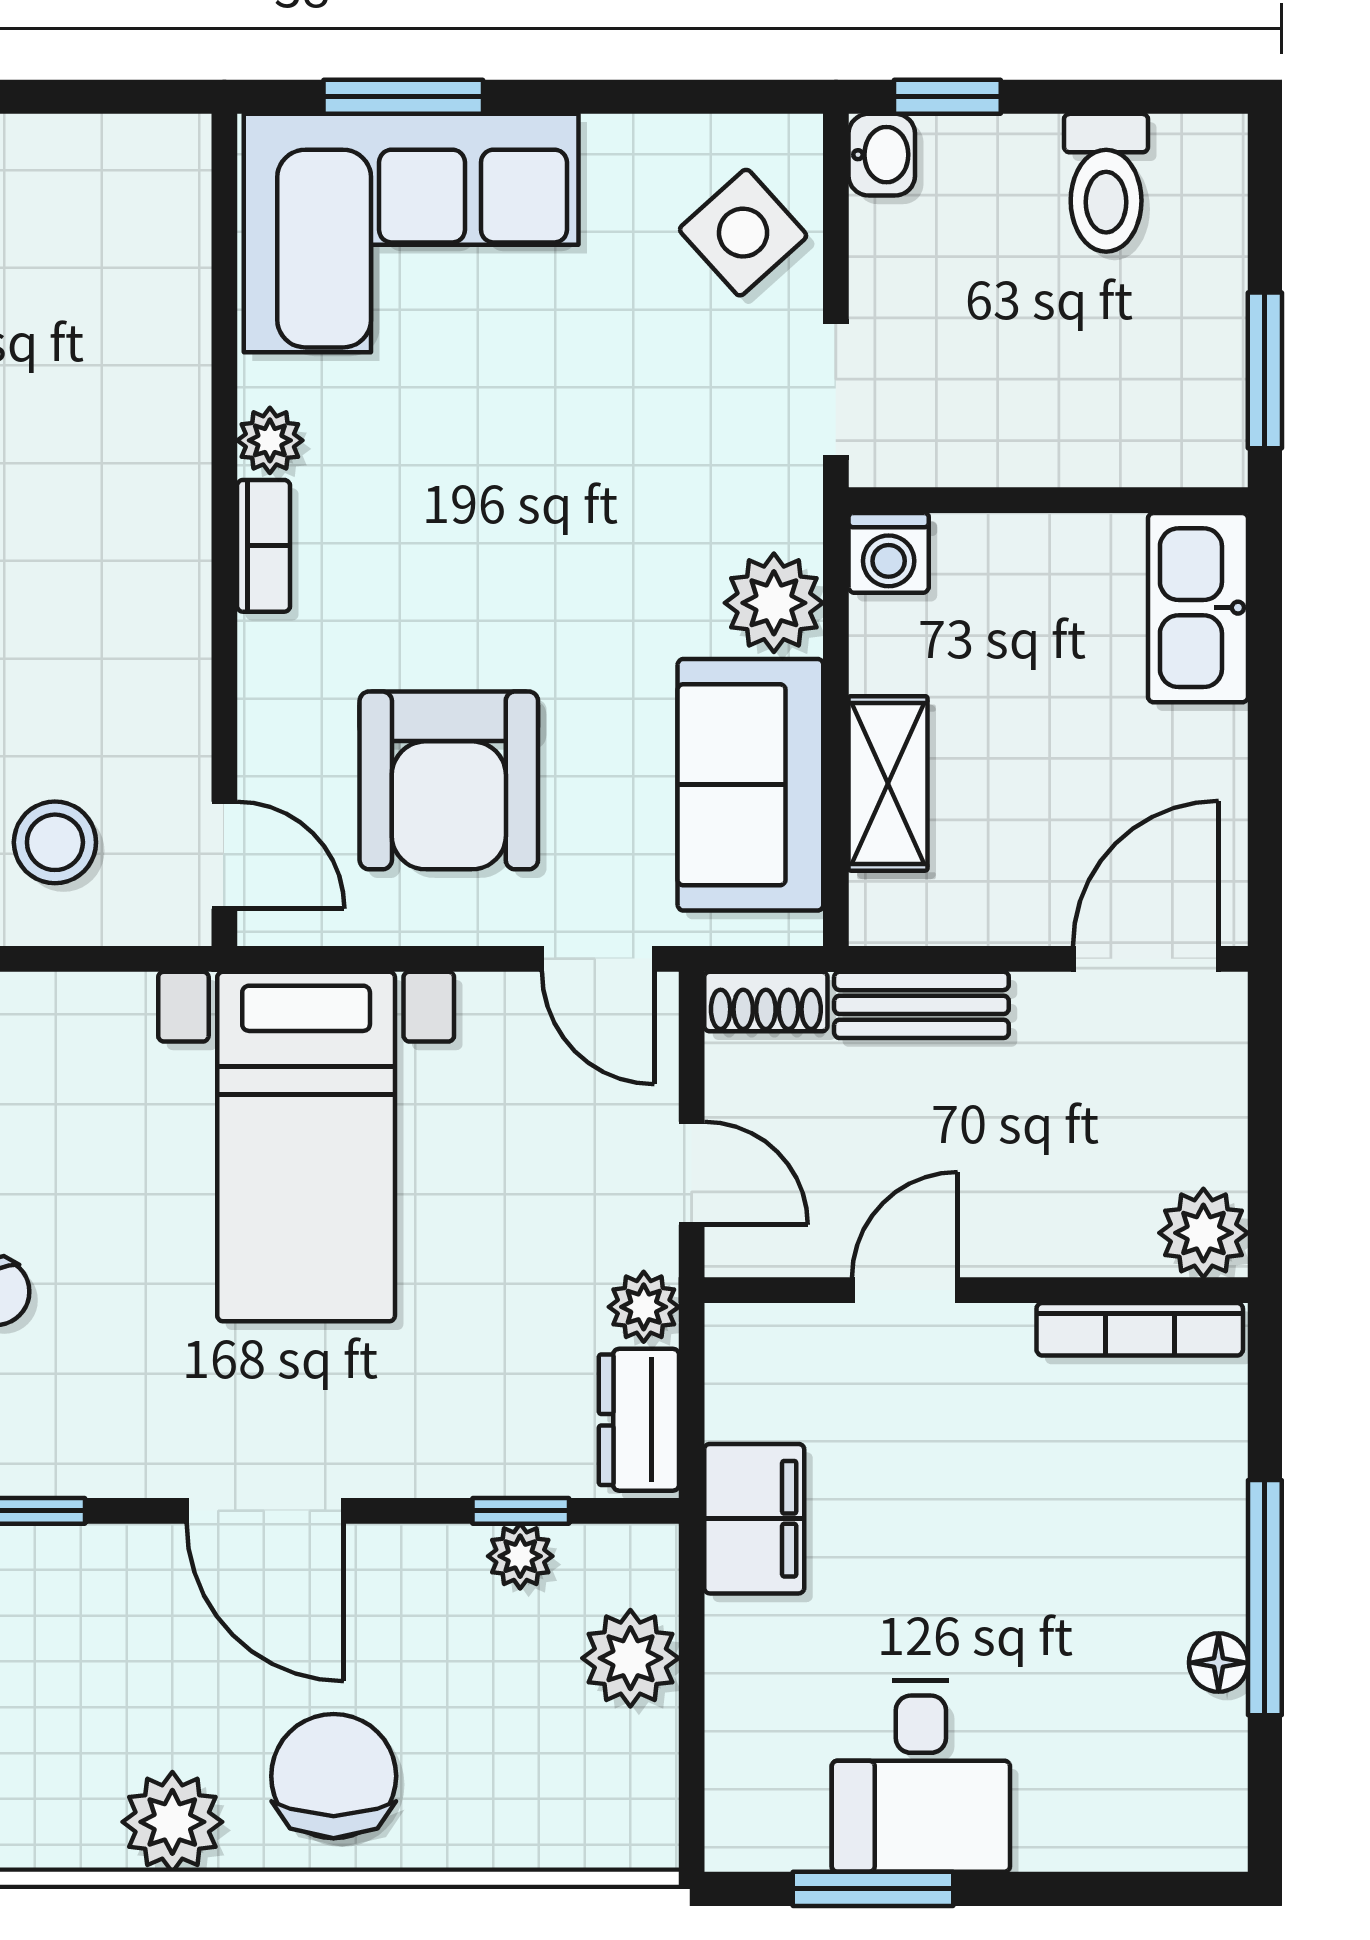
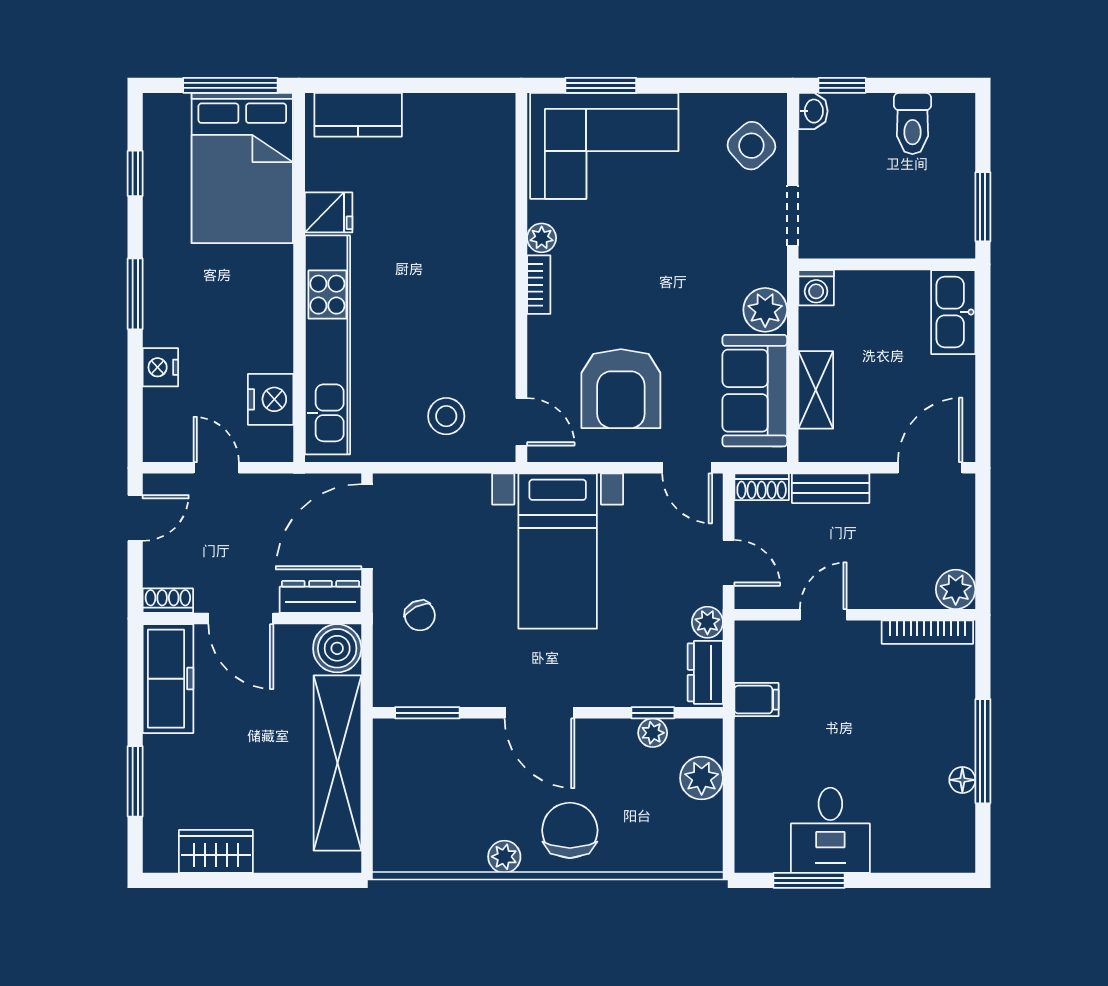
filing cabinet: (754, 1519) -> (756, 700), width x0.50
plant: (172, 1822) -> (504, 857), width x0.73, depth x0.73

